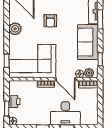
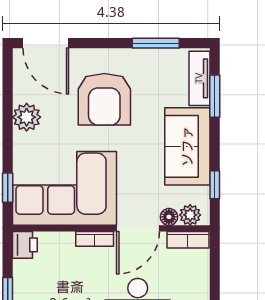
armchair: (50, 21) -> (104, 99), width x1.88, depth x1.88
door: (65, 79) -> (138, 228), hinge flipped
printer: (14, 102) -> (25, 245), moved

